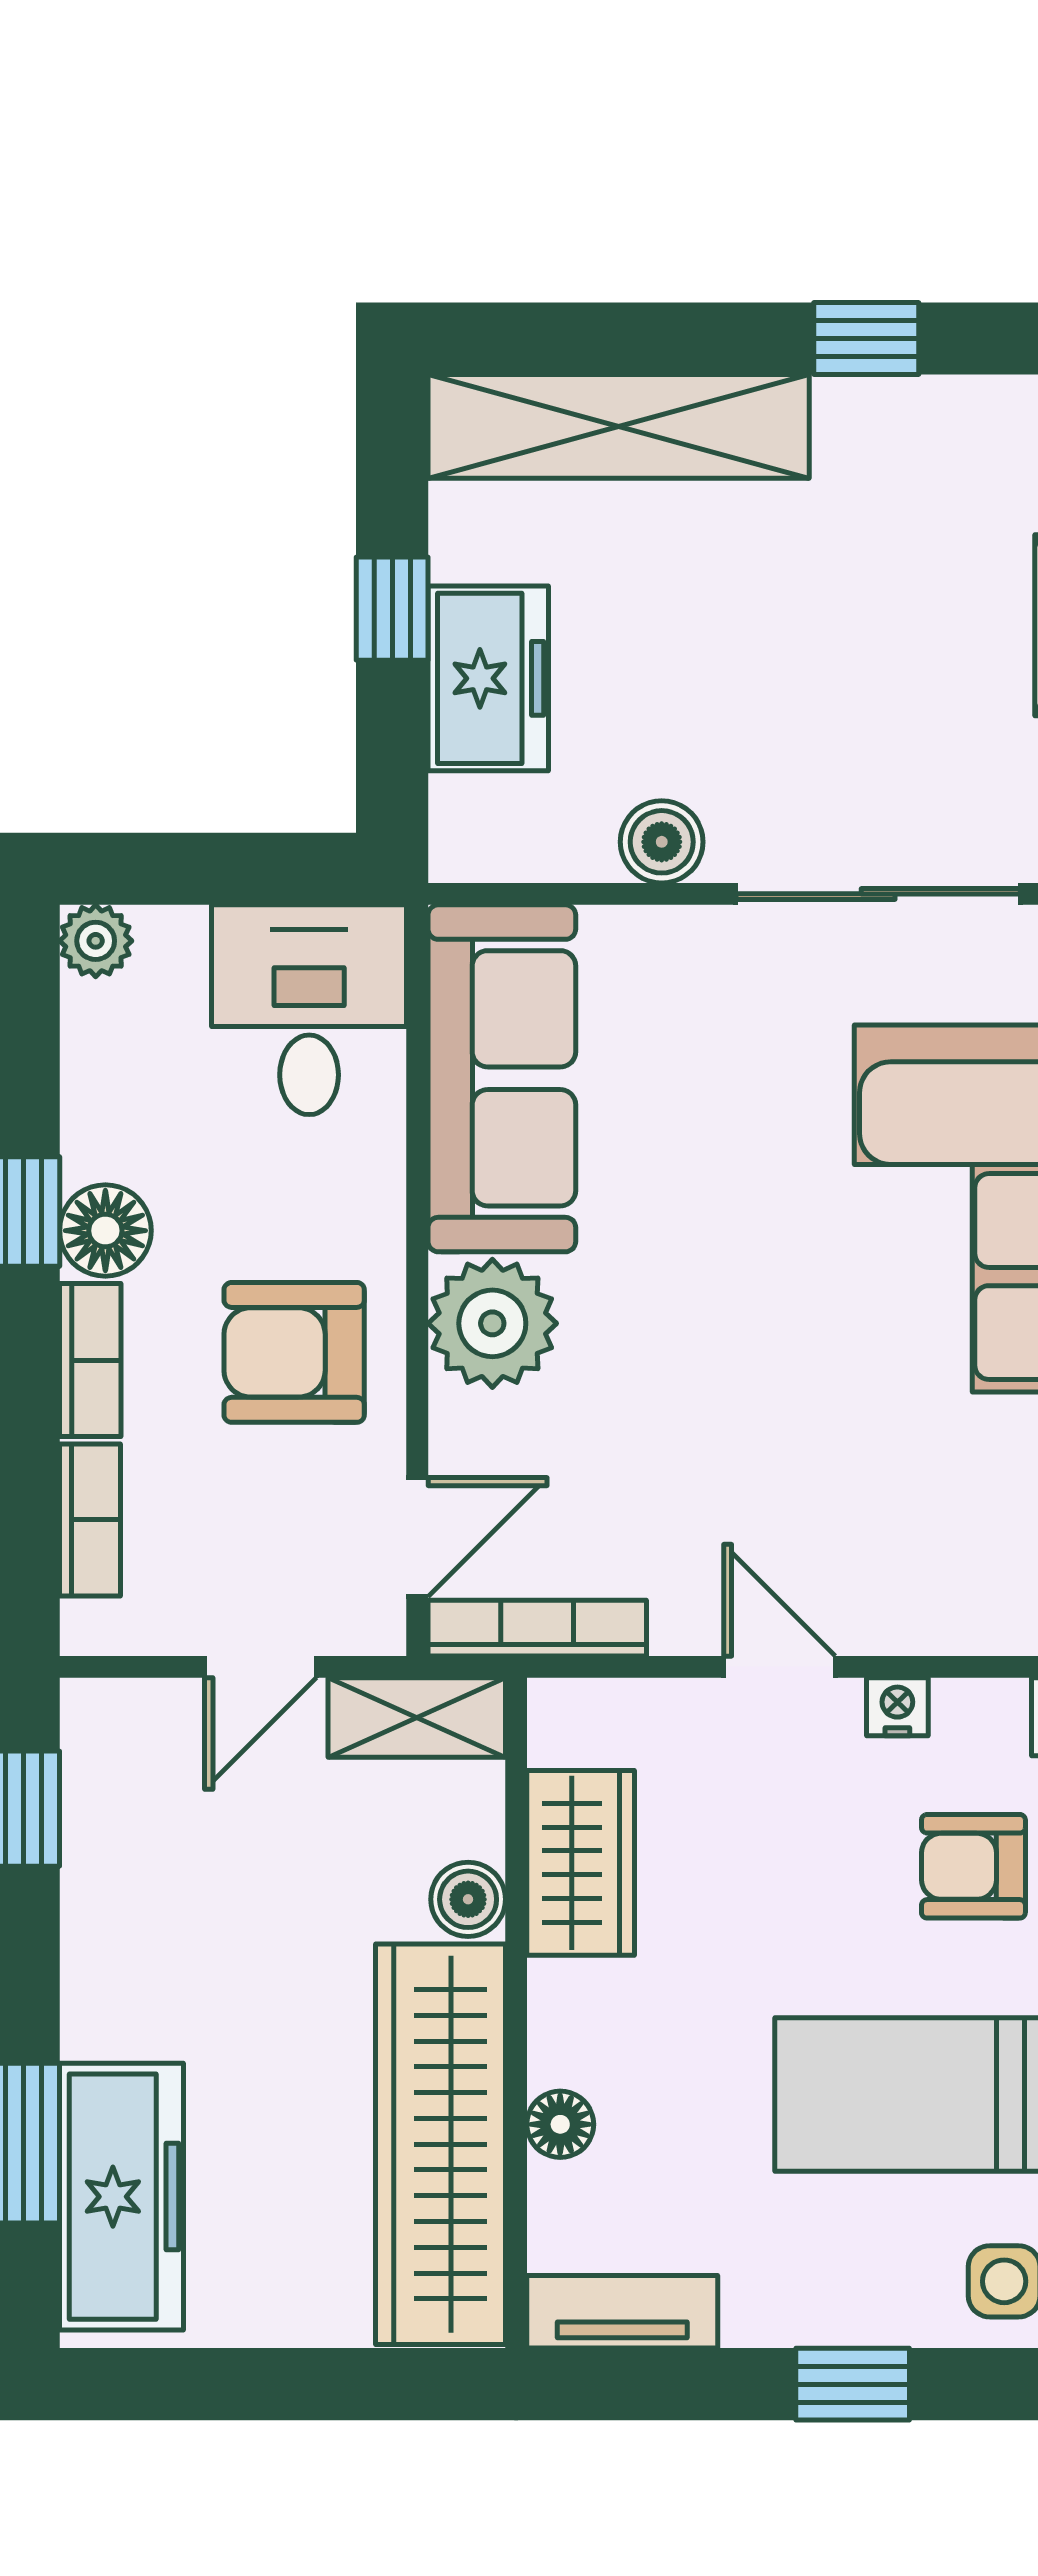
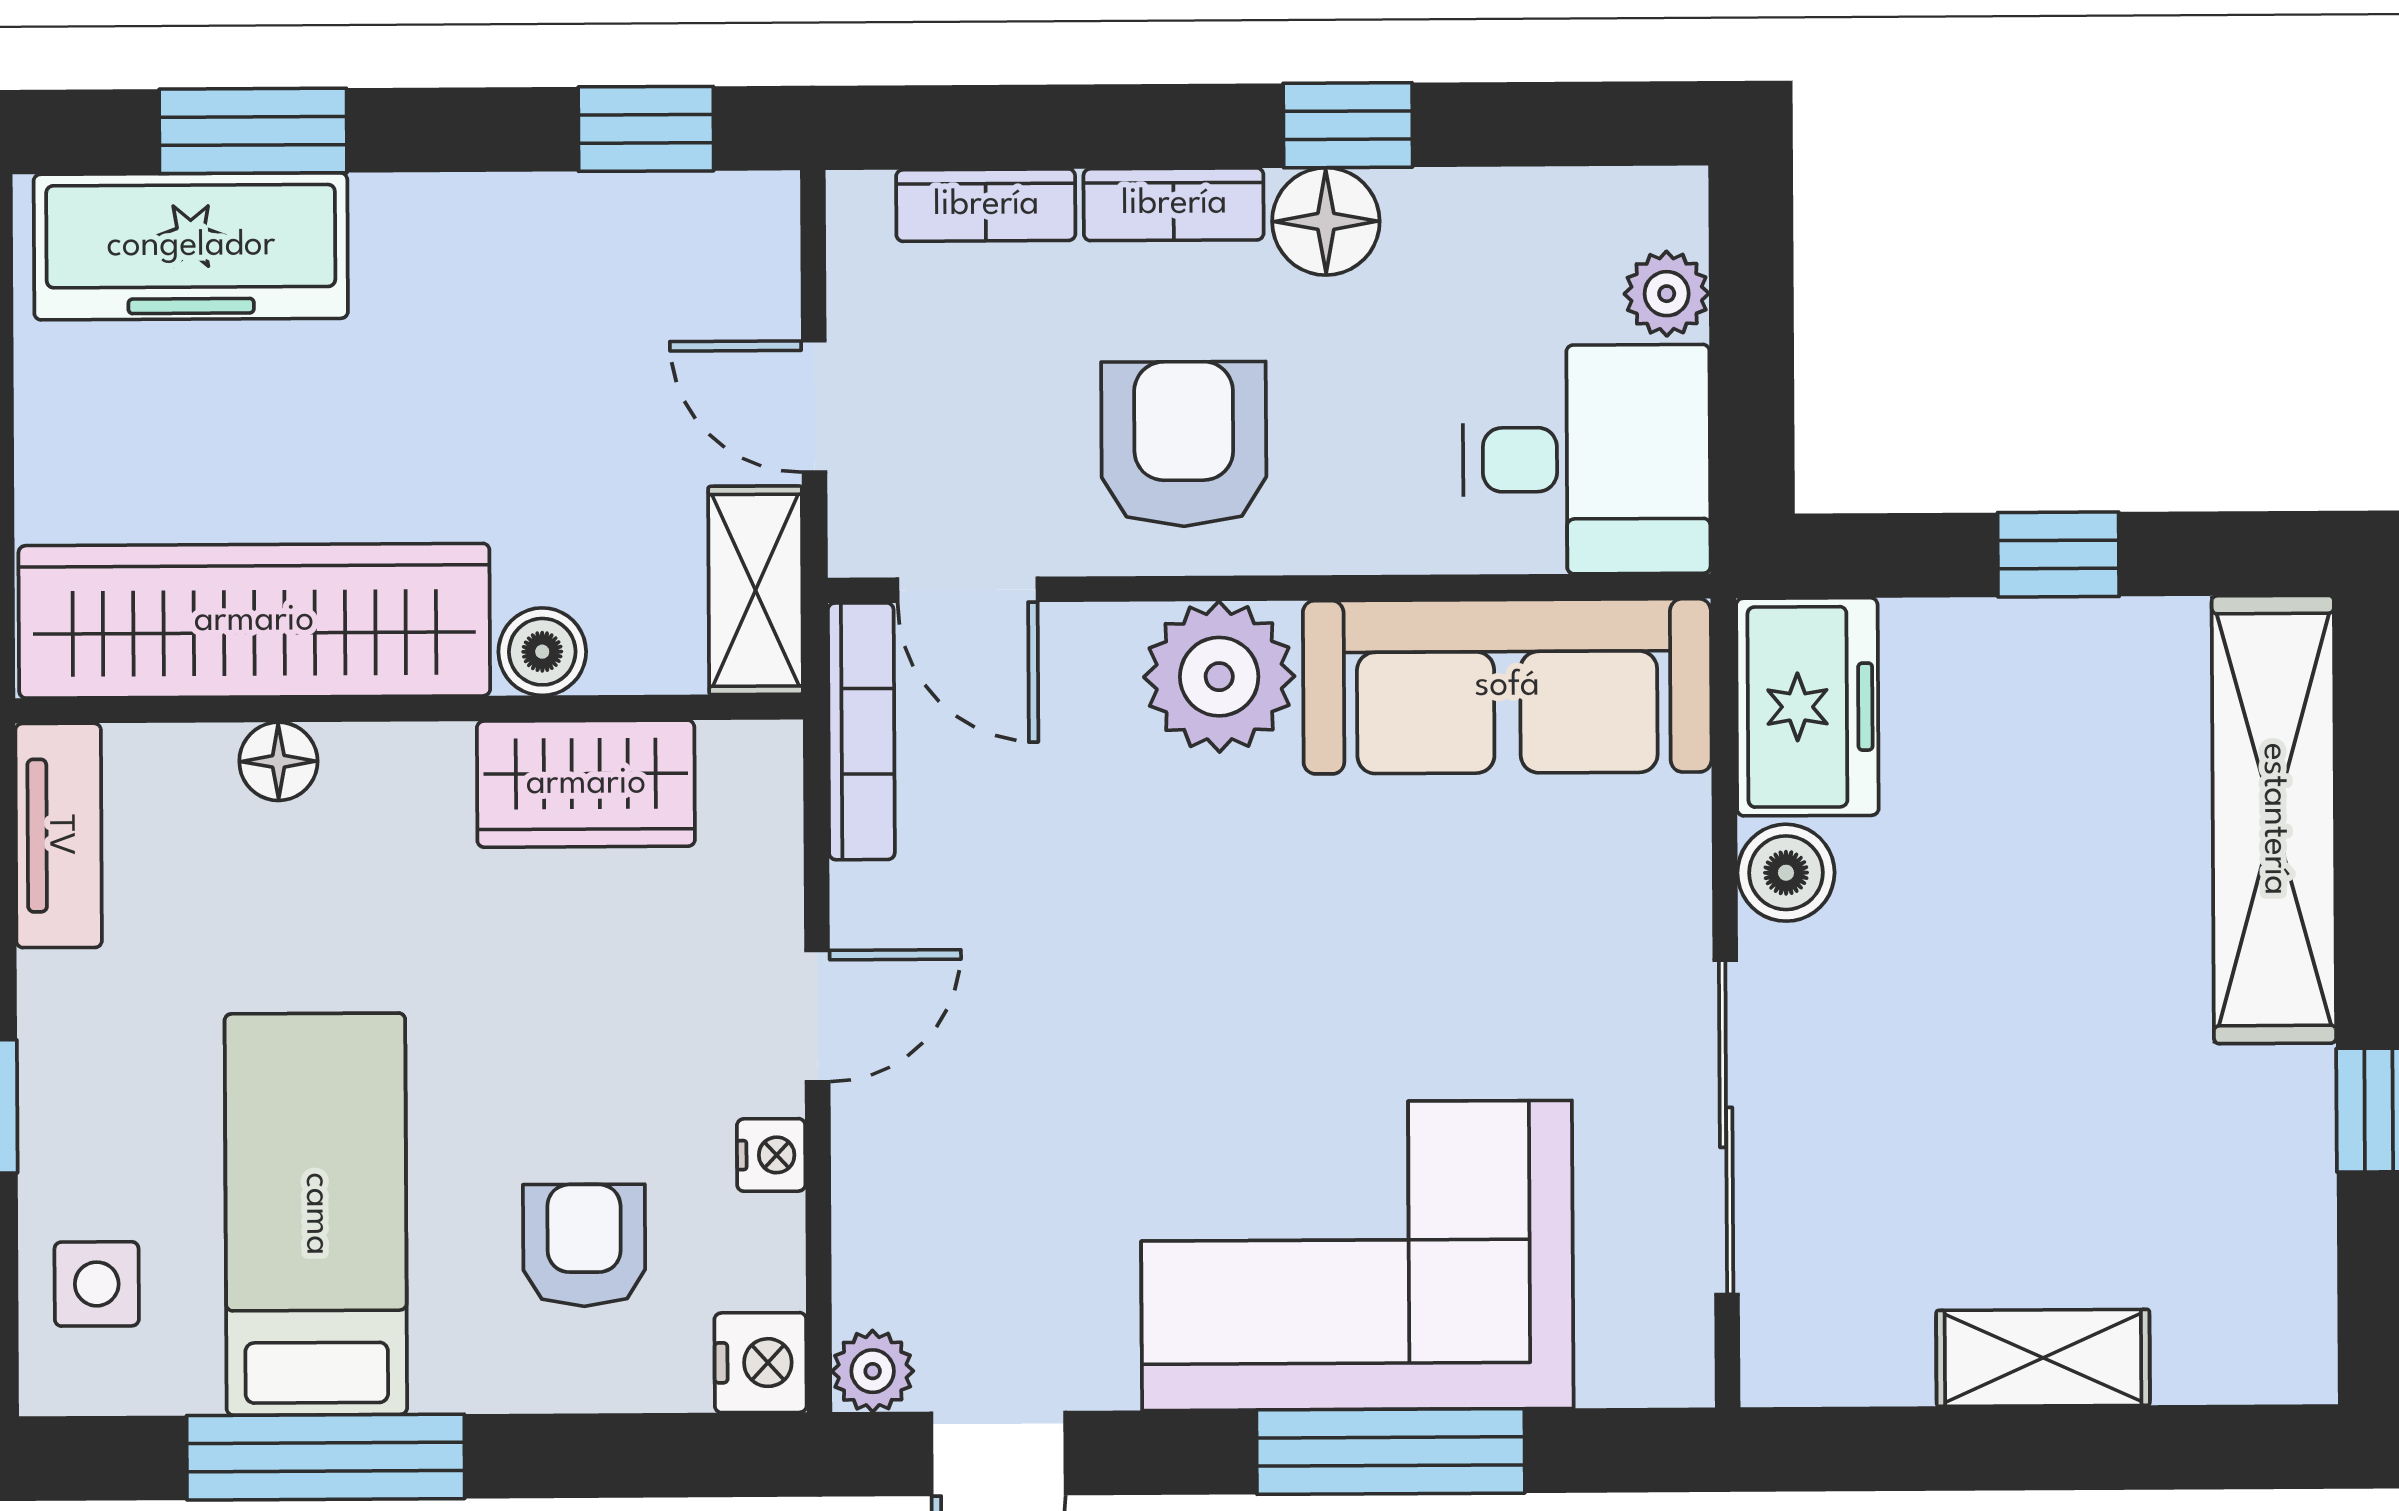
freezer: (488, 678) -> (1807, 707), moved, turned -90
plant: (96, 941) -> (1667, 294), moved

